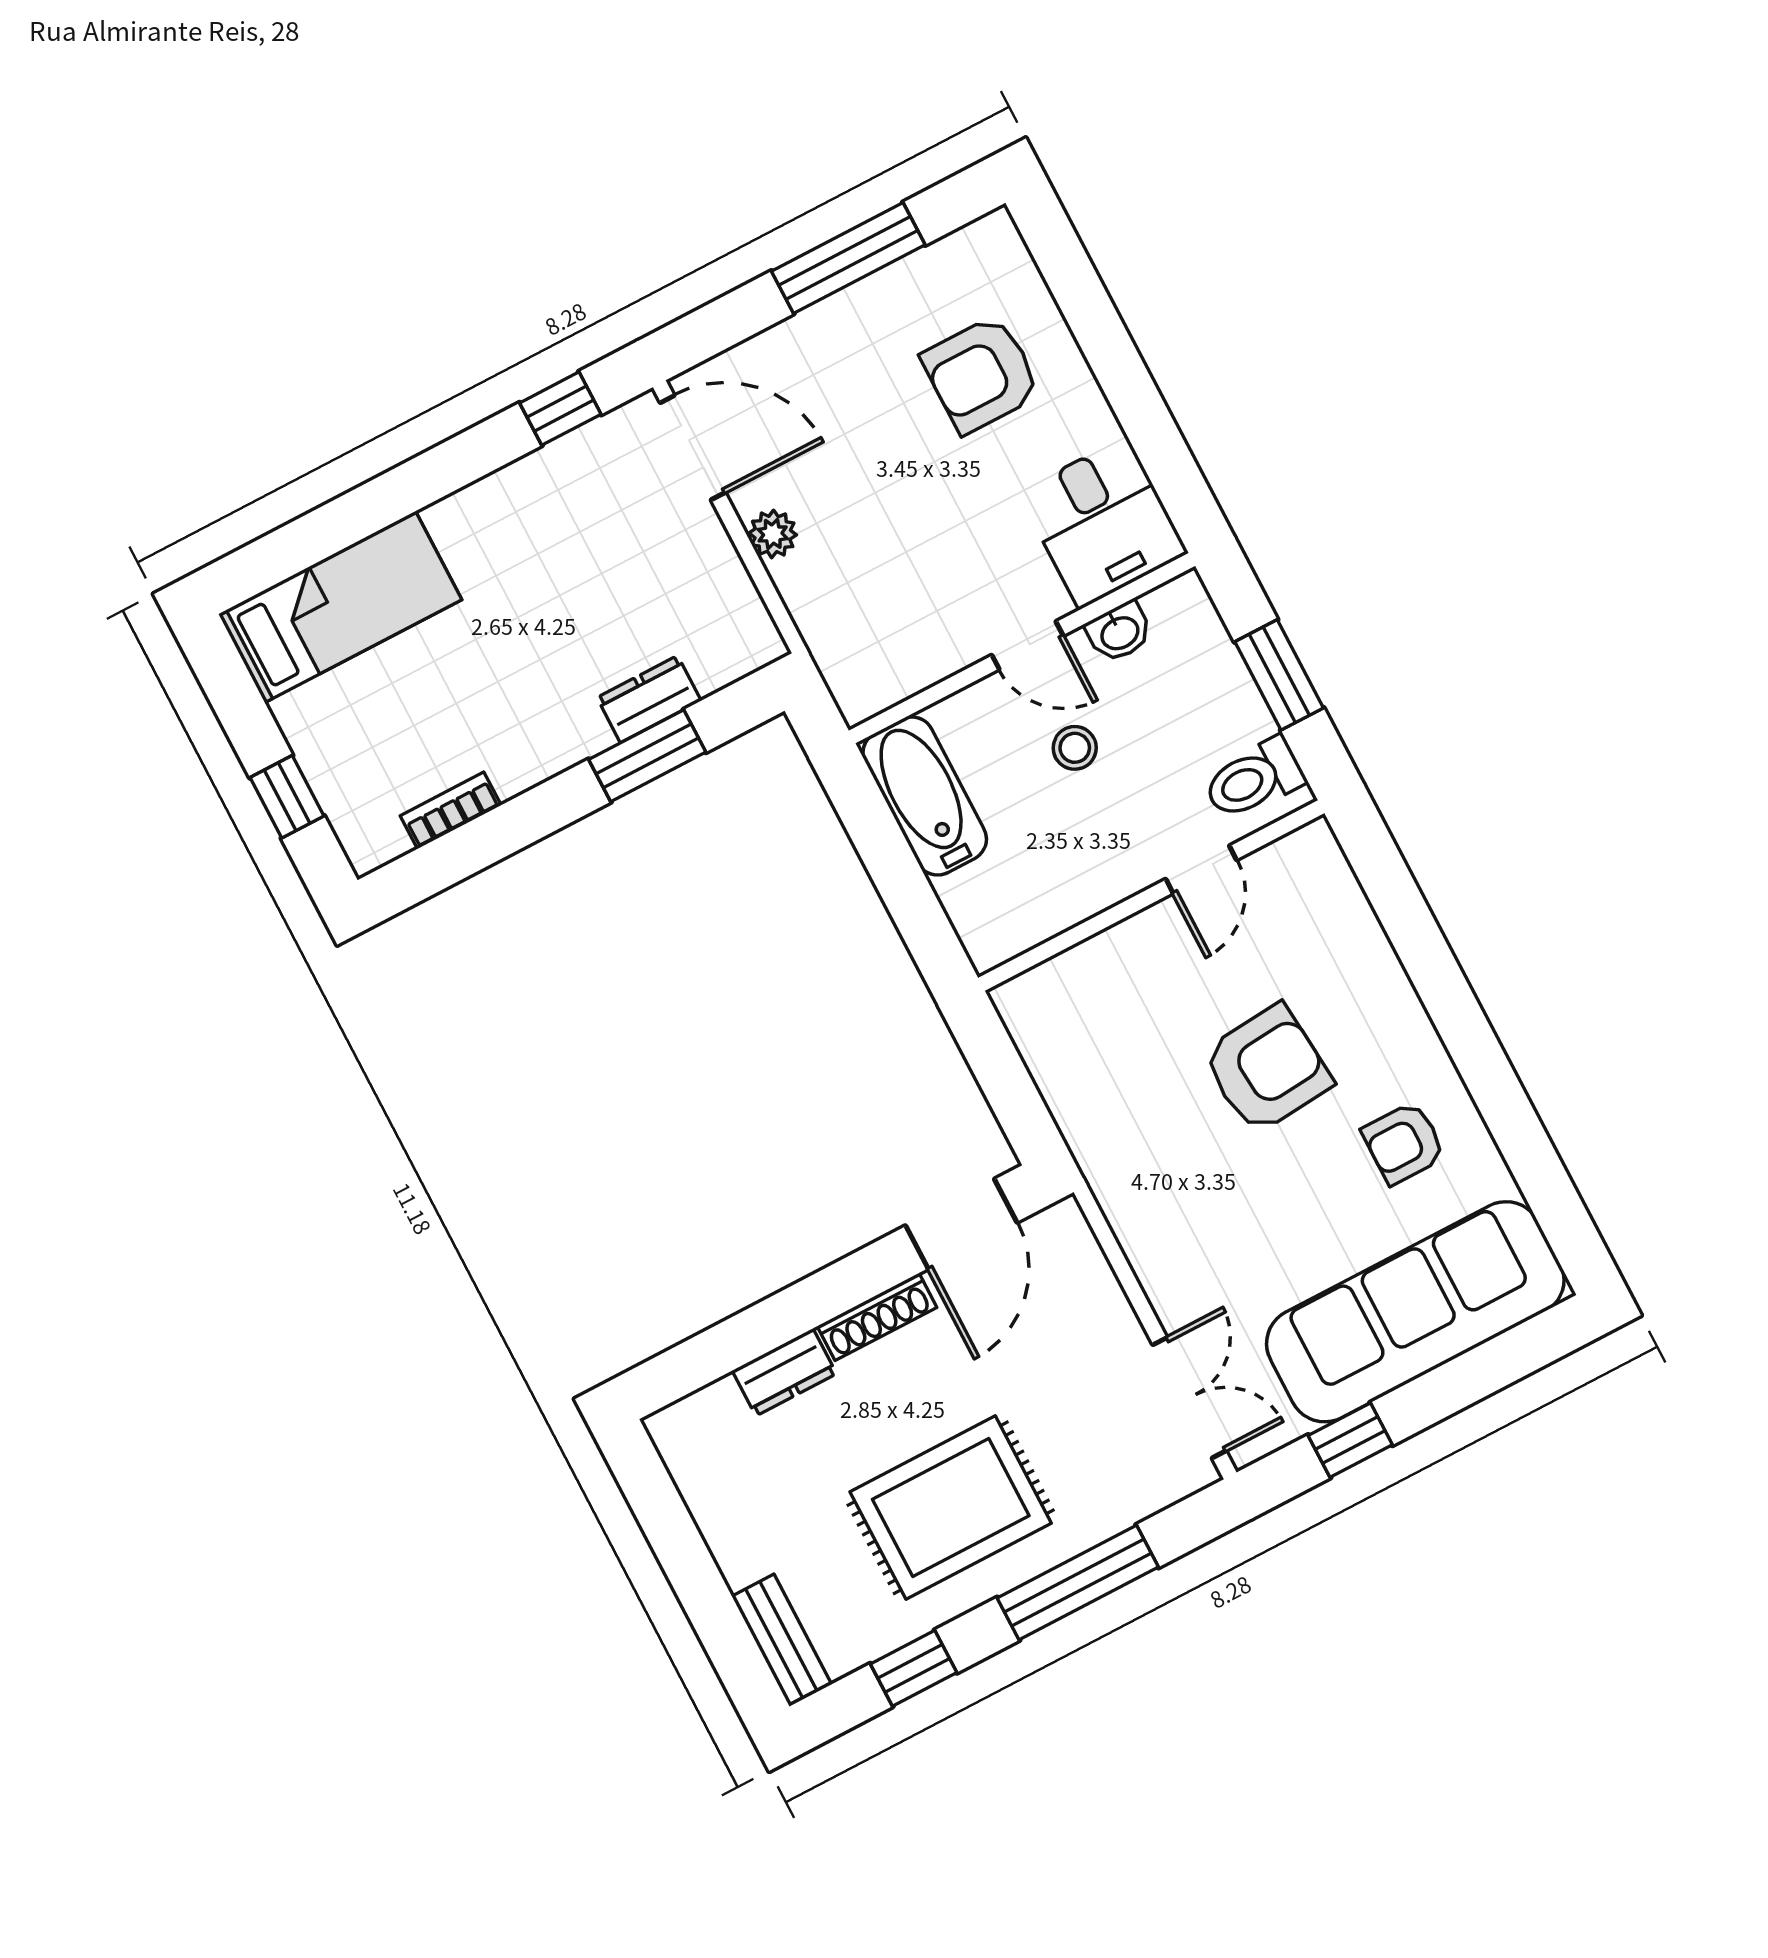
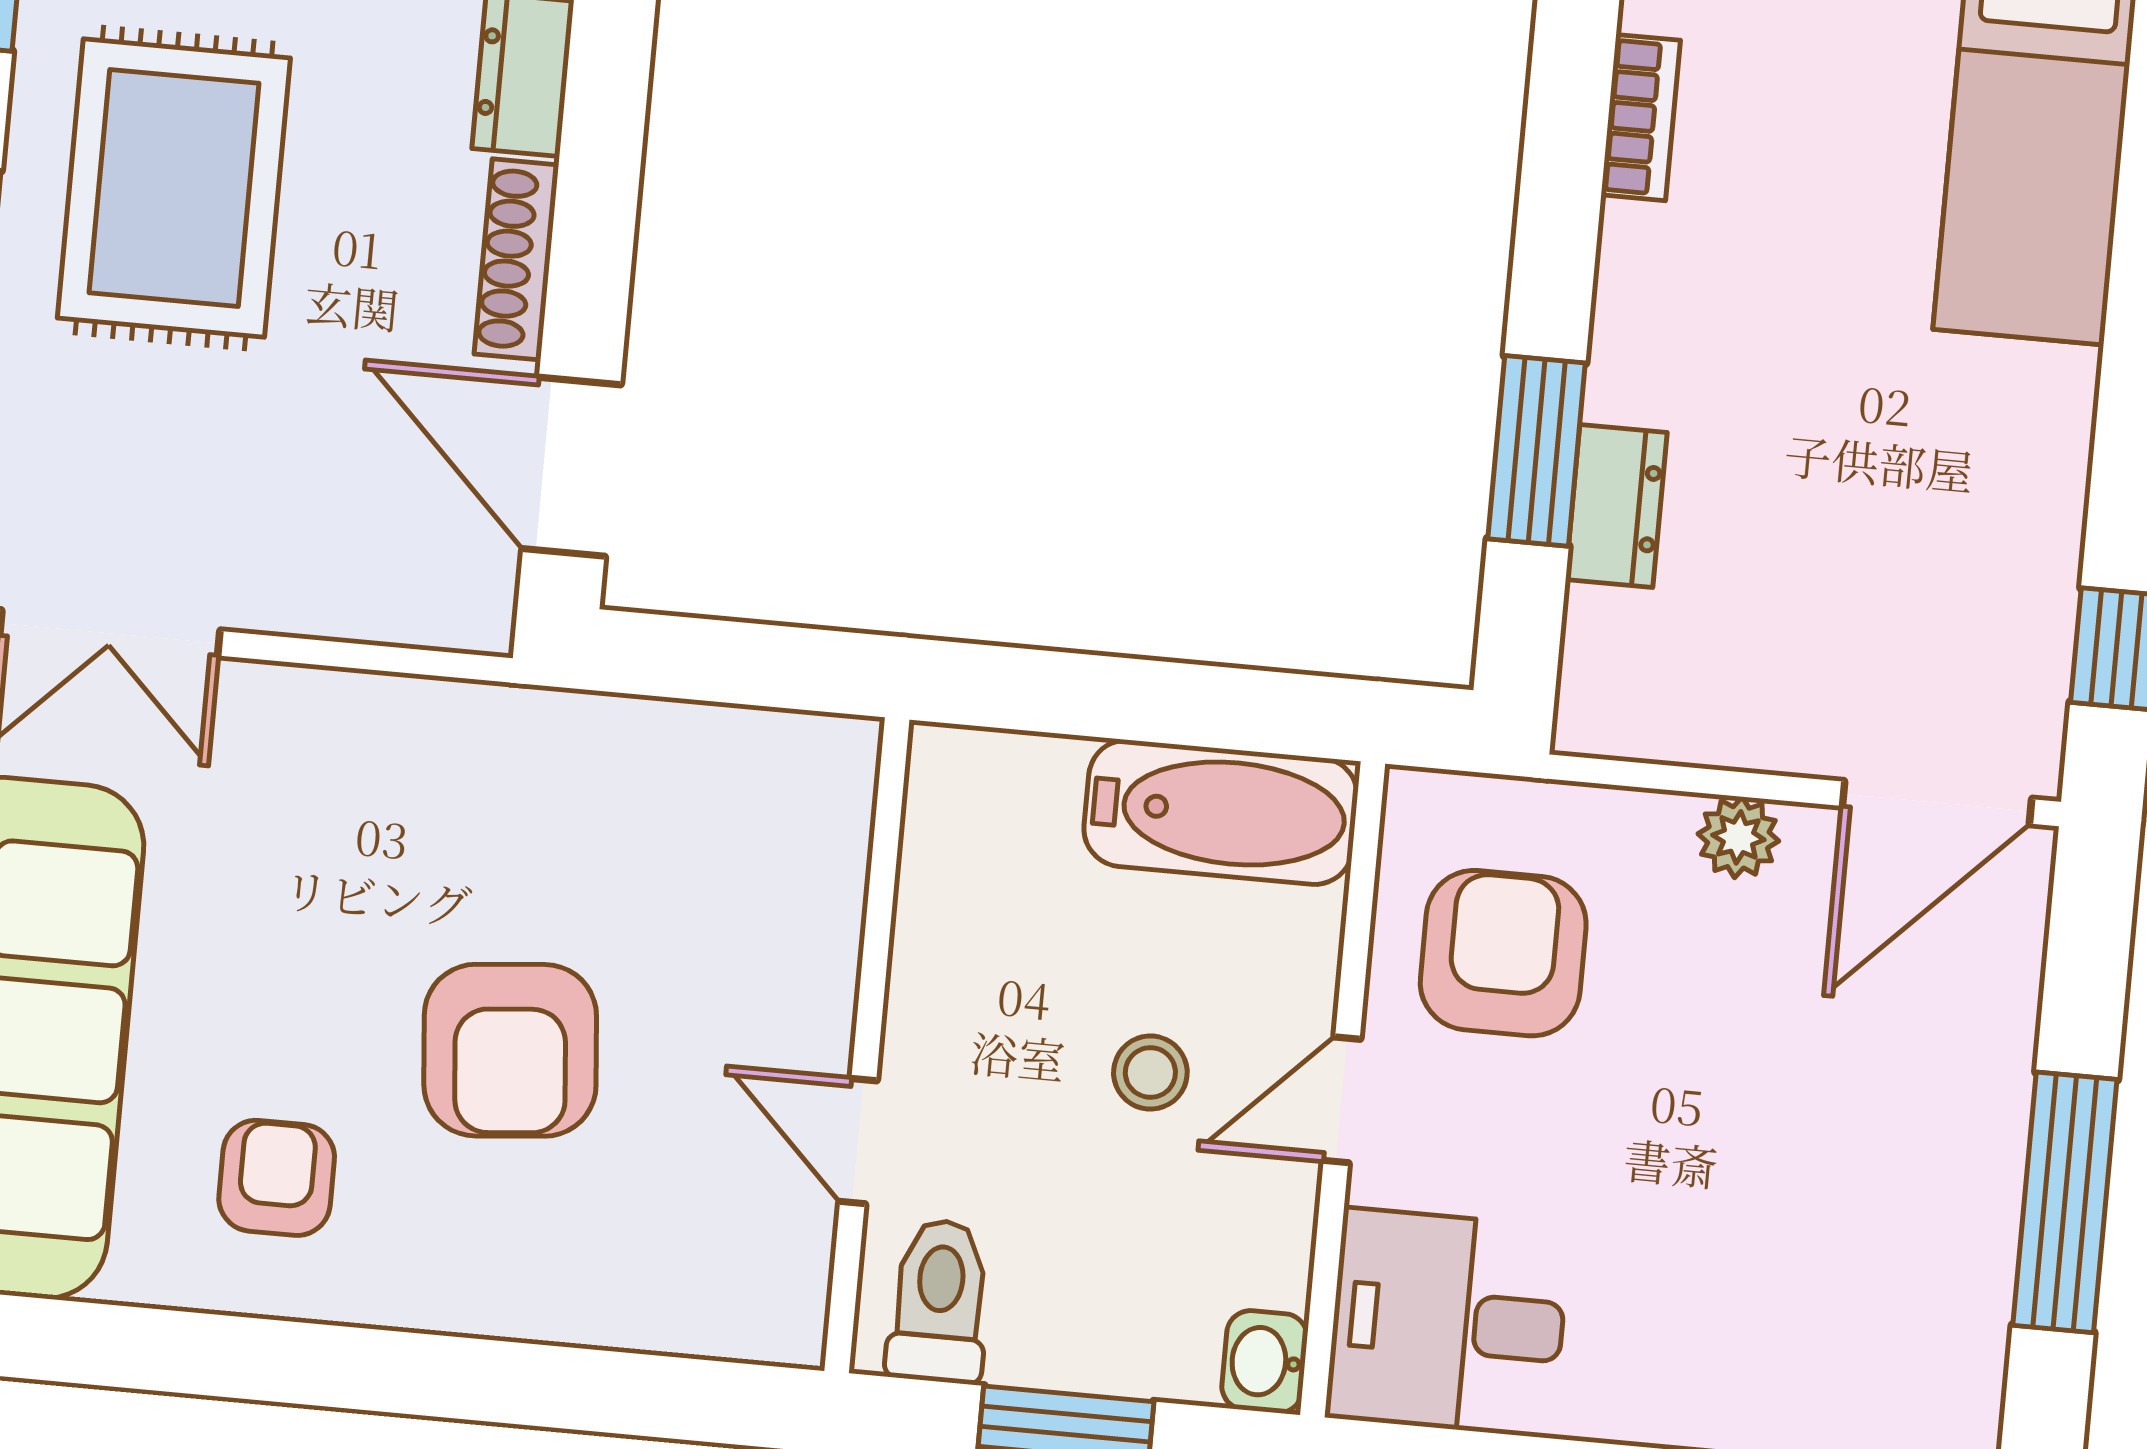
armchair: (981, 374) -> (1503, 953), moved
washbasin: (1119, 632) -> (1265, 1362), moved

